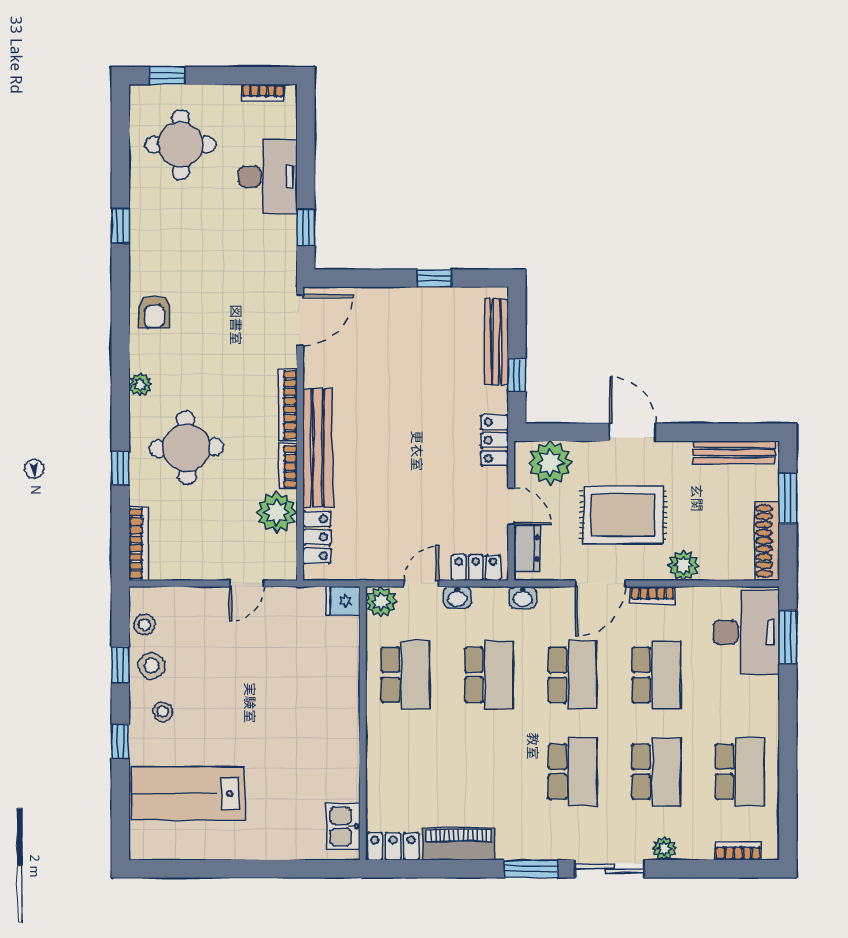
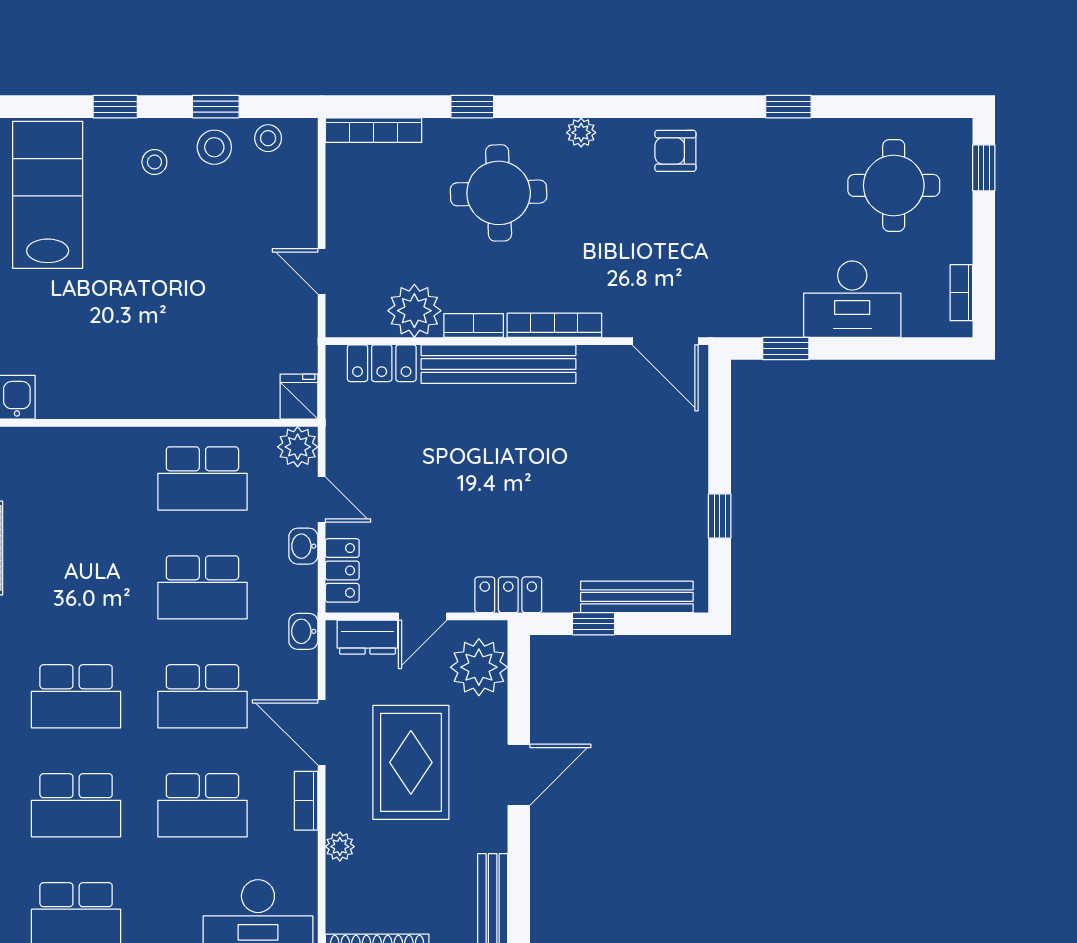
plant: (683, 565) -> (340, 847), width x0.73, depth x0.73

